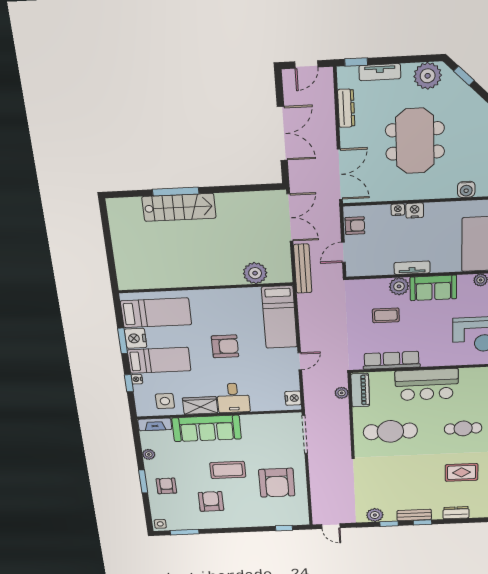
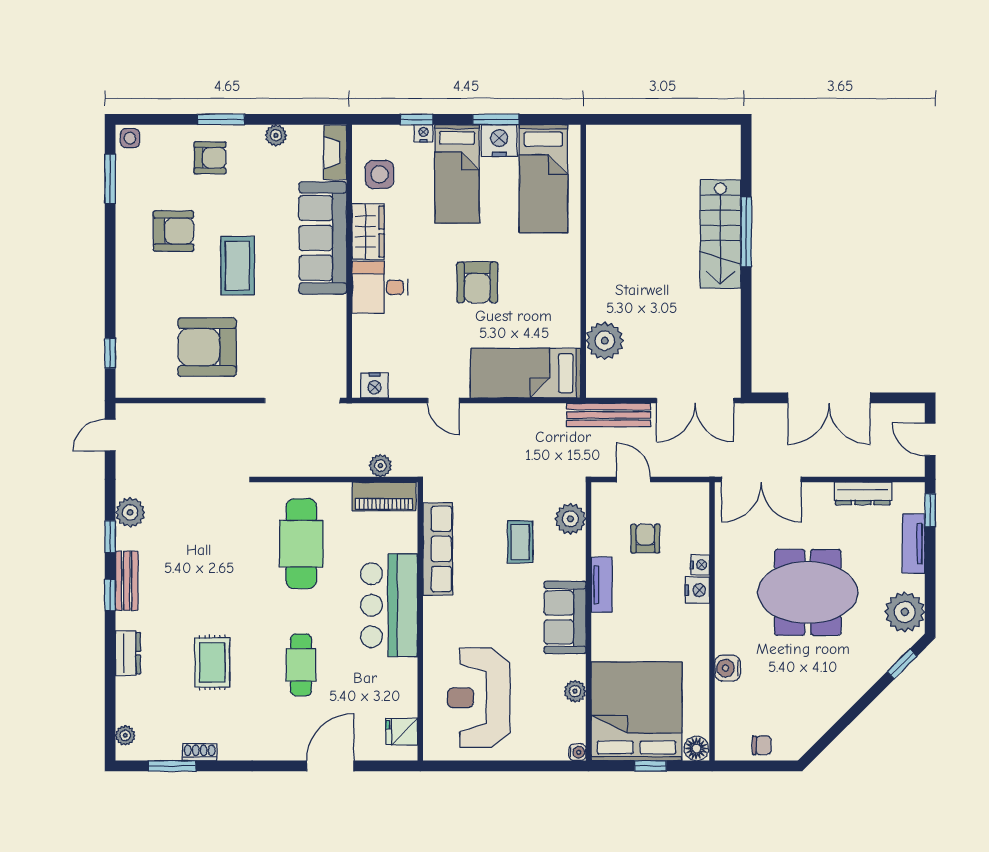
armchair: (355, 226) -> (645, 539), moved, turned 180
plant: (399, 286) -> (570, 519), moved

